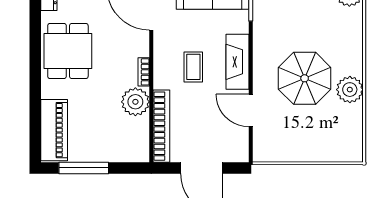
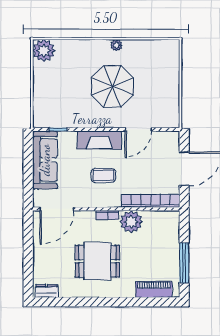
dining table: (68, 51) -> (97, 261), moved
plant: (350, 90) -> (116, 45), width x0.53, depth x0.53
piano: (54, 130) -> (154, 289), width x0.73, depth x0.75

